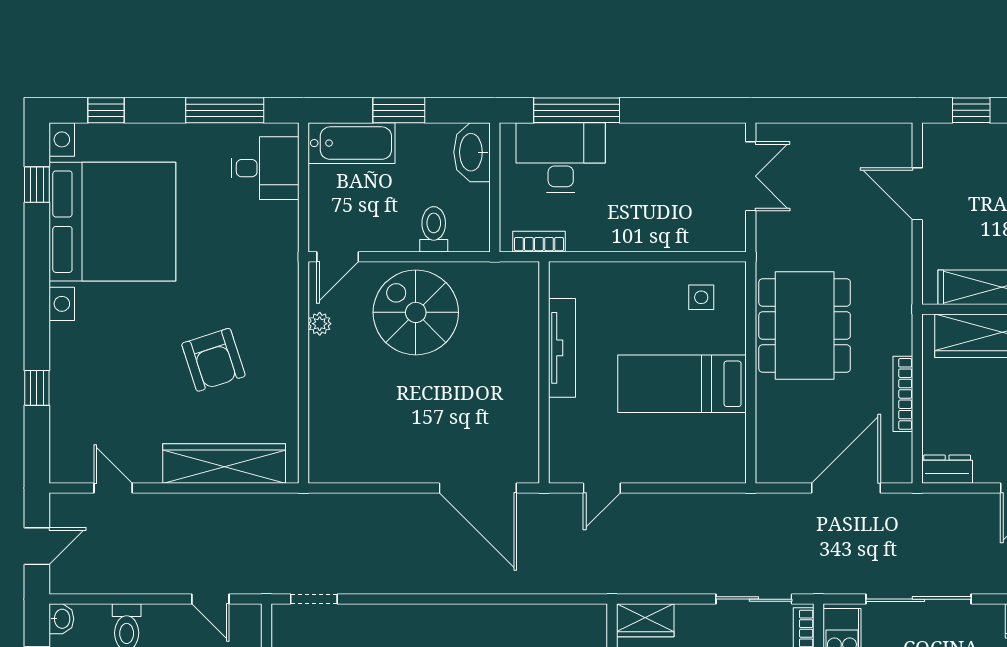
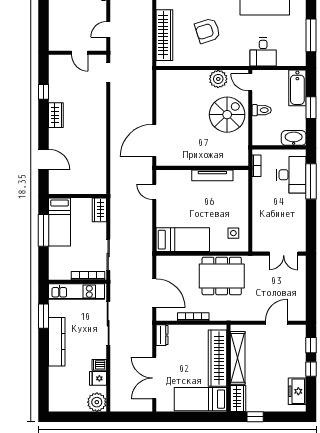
desk: (265, 168) -> (263, 52), moved
toilet: (434, 229) -> (262, 110), moved
plant: (320, 324) -> (218, 79), width x1.88, depth x1.88
bed: (682, 384) -> (183, 240), moved, turned 90

